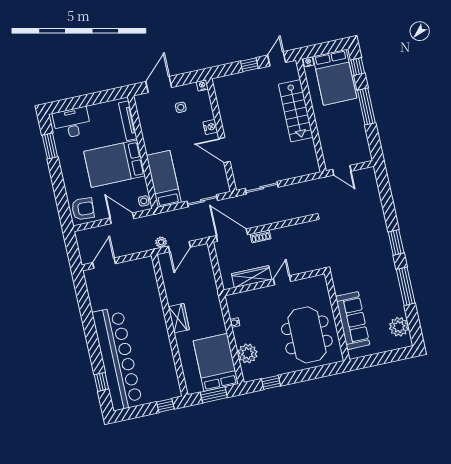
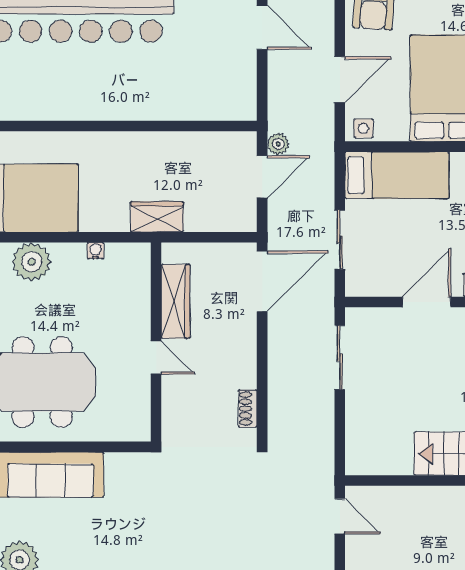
door: (342, 170) -> (340, 516), swing flipped
shoe rack: (261, 236) -> (248, 409), moved
door: (179, 247) -> (262, 177), swing flipped
wardrobe: (179, 318) -> (157, 217), moved, turned 180

